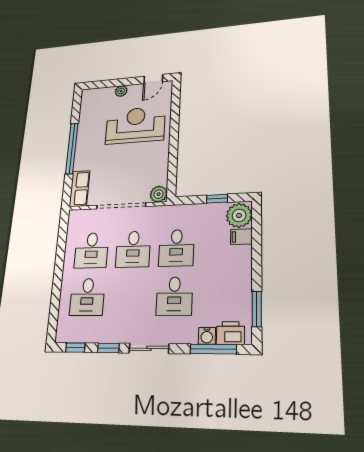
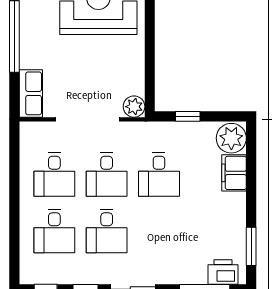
window: (217, 199) -> (188, 116), moved
filing cabinet: (241, 237) -> (234, 173), width x2.00
desk: (174, 296) -> (107, 231), moved
water cooler: (207, 336) -> (197, 275), removed

